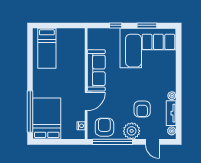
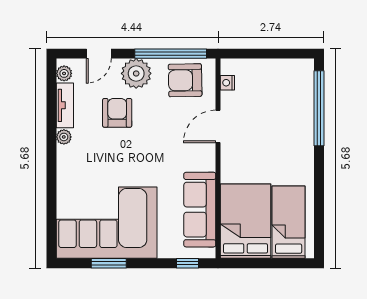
window: (116, 25) -> (188, 263), moved
sofa: (96, 70) -> (200, 210), moved
bed: (47, 118) -> (246, 221), moved, turned 180
armchair: (104, 127) -> (185, 80), turned 89
door: (152, 142) -> (99, 54), swing flipped

